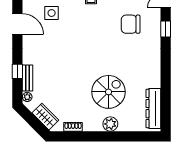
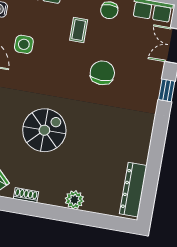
chair: (131, 24) -> (102, 73), moved, turned 90
spiral stairs: (109, 92) -> (44, 130), moved

